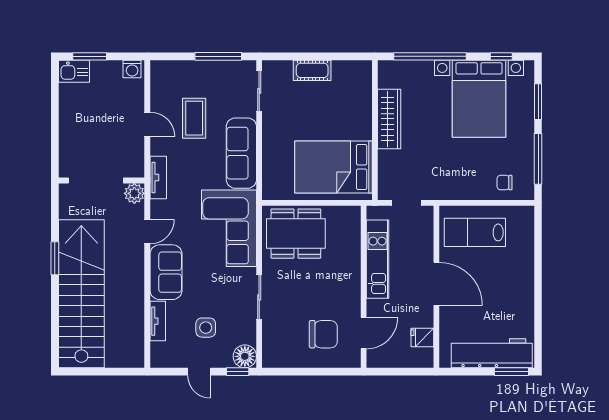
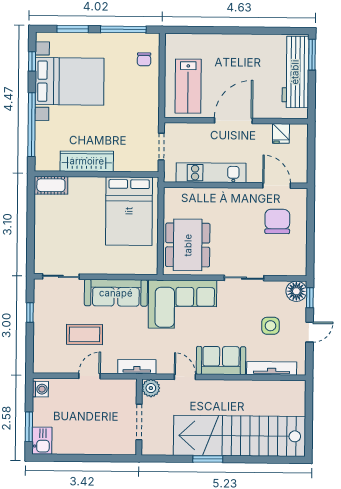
window: (218, 56) -> (30, 312), width x0.46
cot: (312, 70) -> (51, 185), moved, turned 90
doorway: (96, 180) -> (139, 422), width x0.73
tv unit: (158, 321) -> (272, 368), width x1.41

